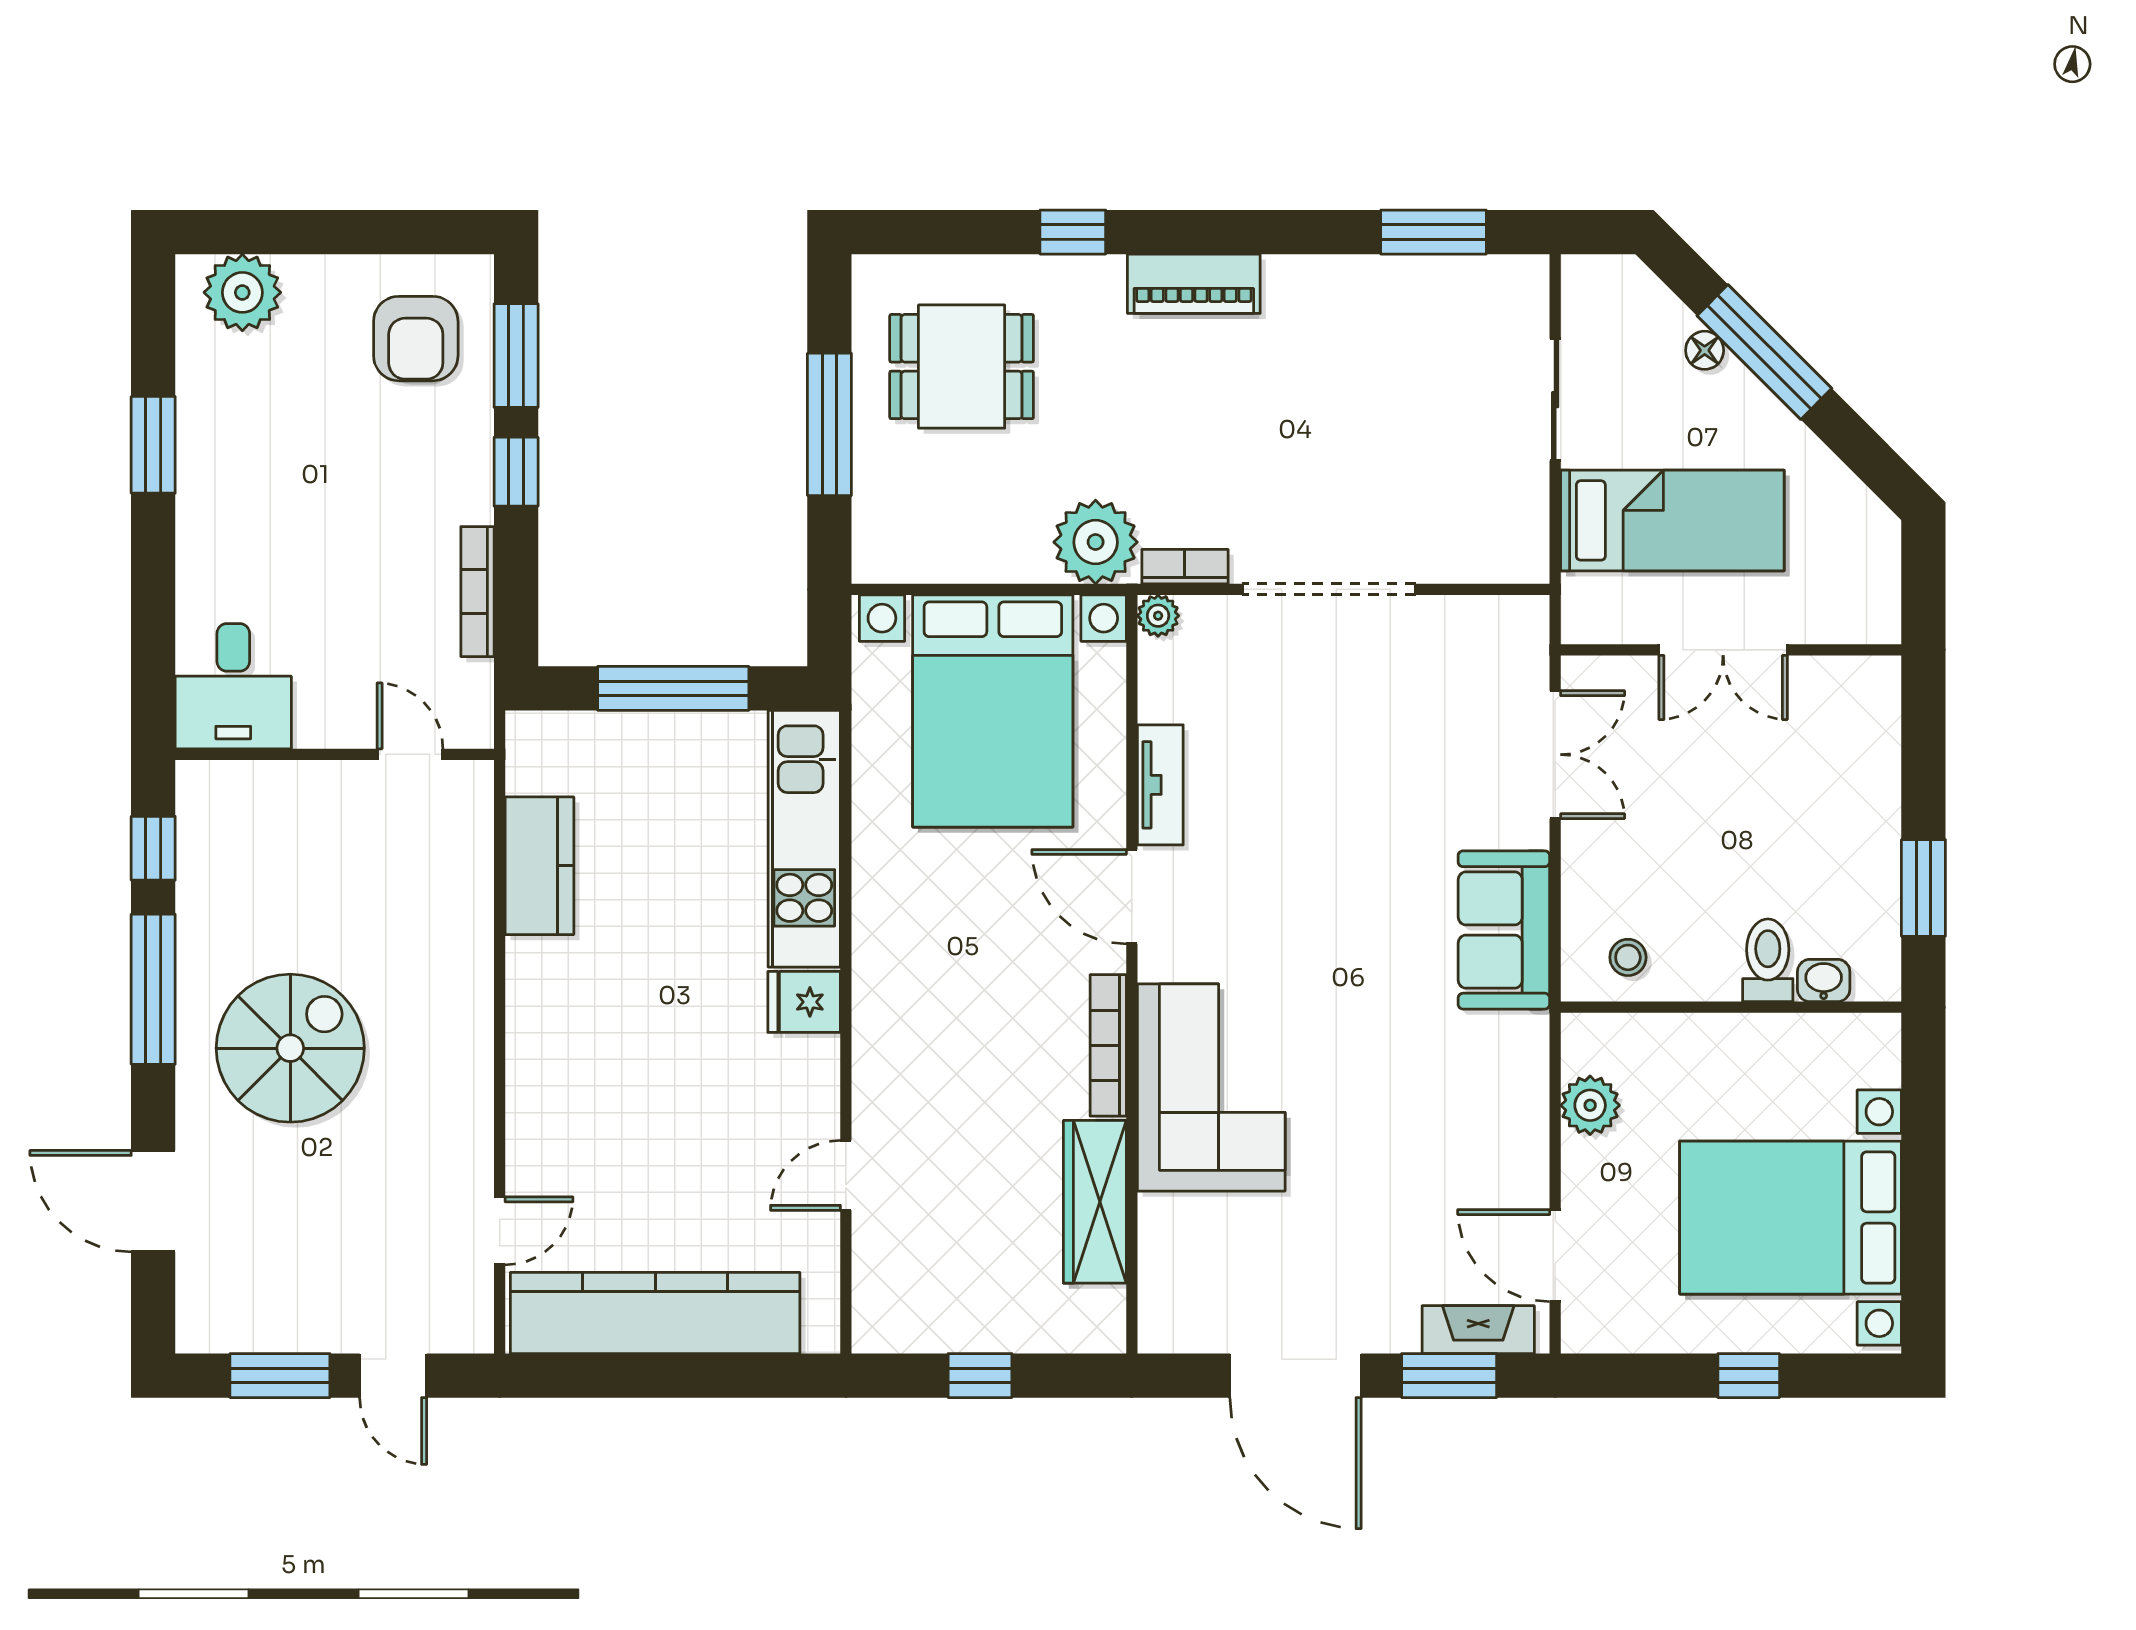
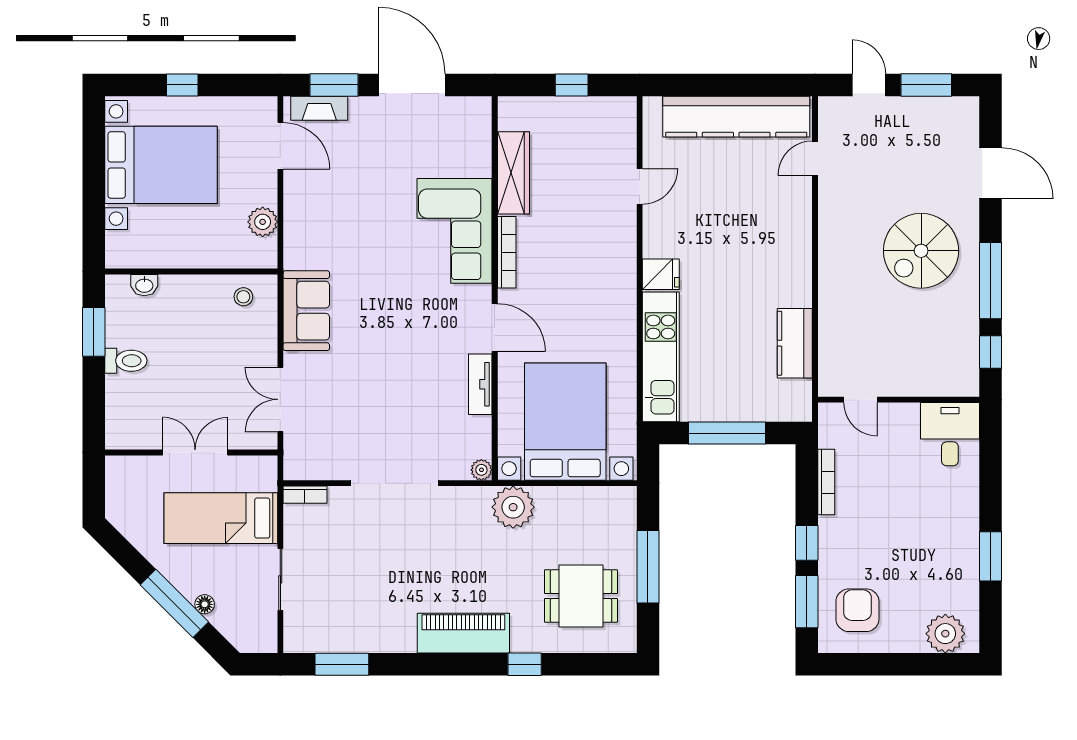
piano: (1194, 284) -> (463, 633), width x1.37, depth x1.33
bookcase: (1185, 567) -> (305, 495), moved
toilet: (1768, 960) -> (126, 361), moved, turned -90

